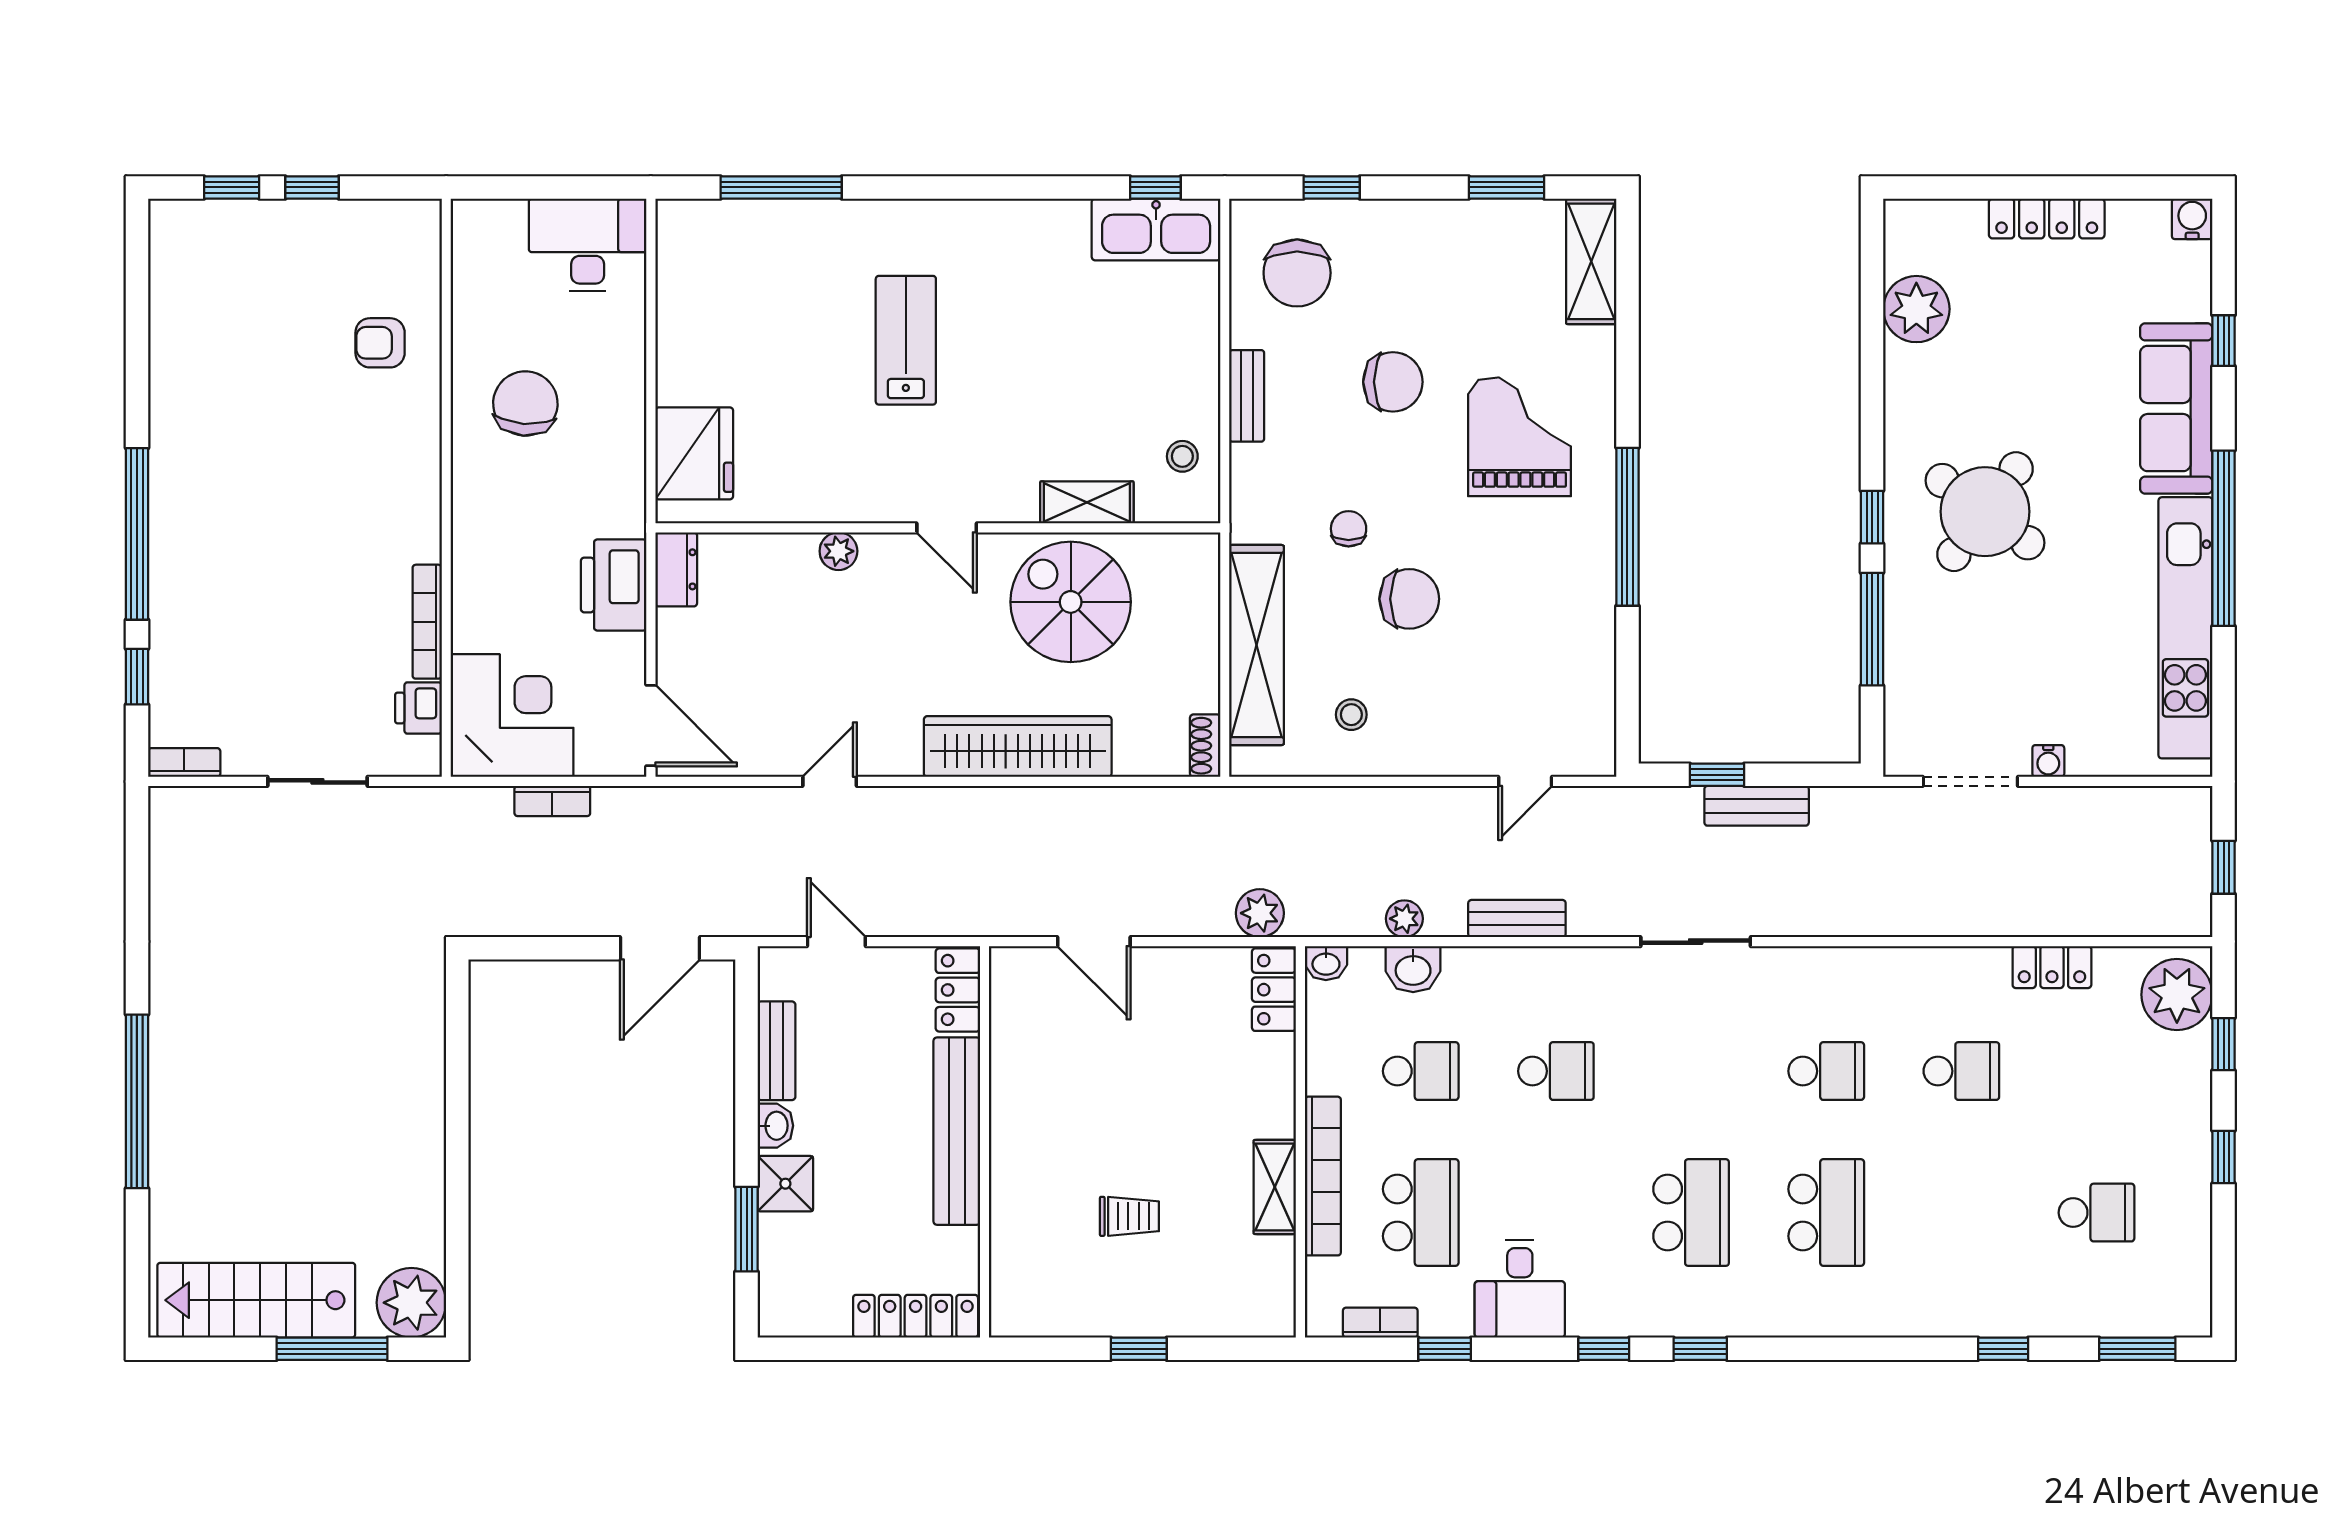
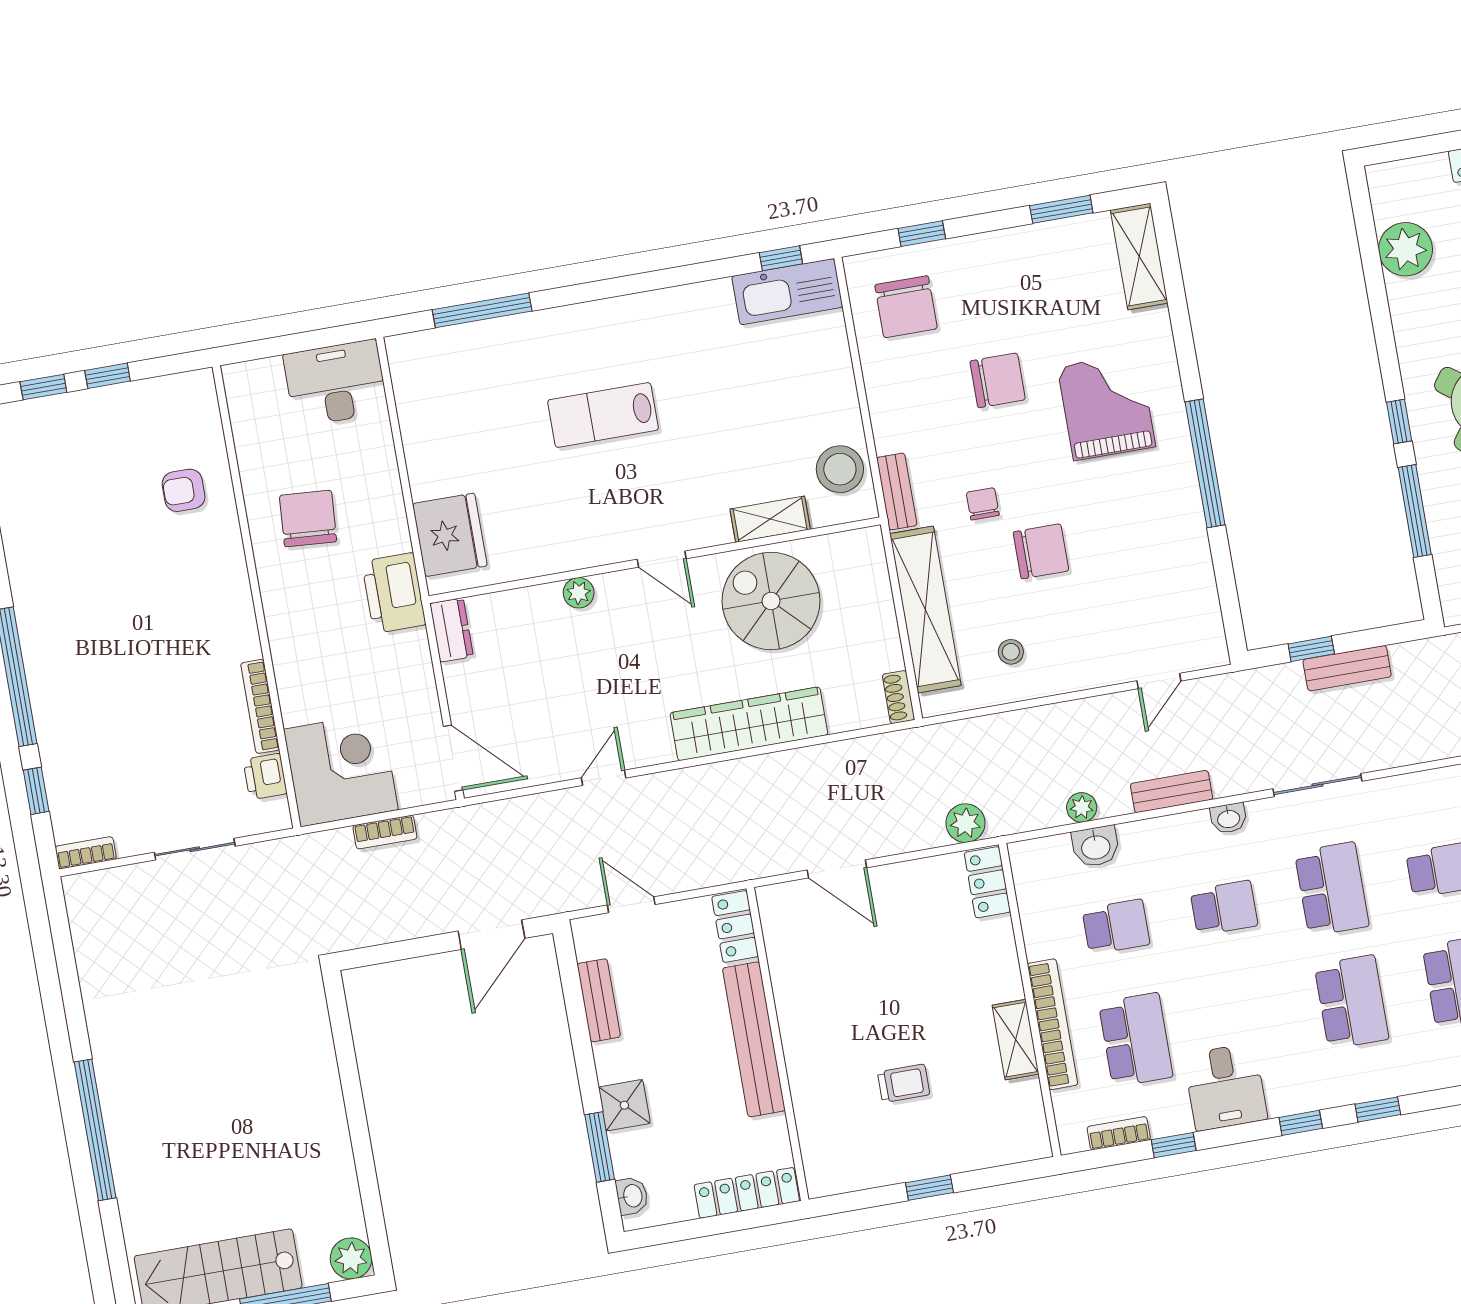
lab bench: (906, 340) -> (603, 415), turned -90
bench: (1247, 396) -> (897, 491), moved
stool: (1182, 456) -> (840, 469), width x1.89, depth x1.89
printer: (614, 585) -> (394, 593), moved
washbasin: (1326, 963) -> (1228, 818), moved
school desk: (1691, 1071) -> (1332, 889), added
washbasin: (775, 1126) -> (632, 1196), moved
plant: (411, 1303) -> (351, 1258), width x0.73, depth x0.73

